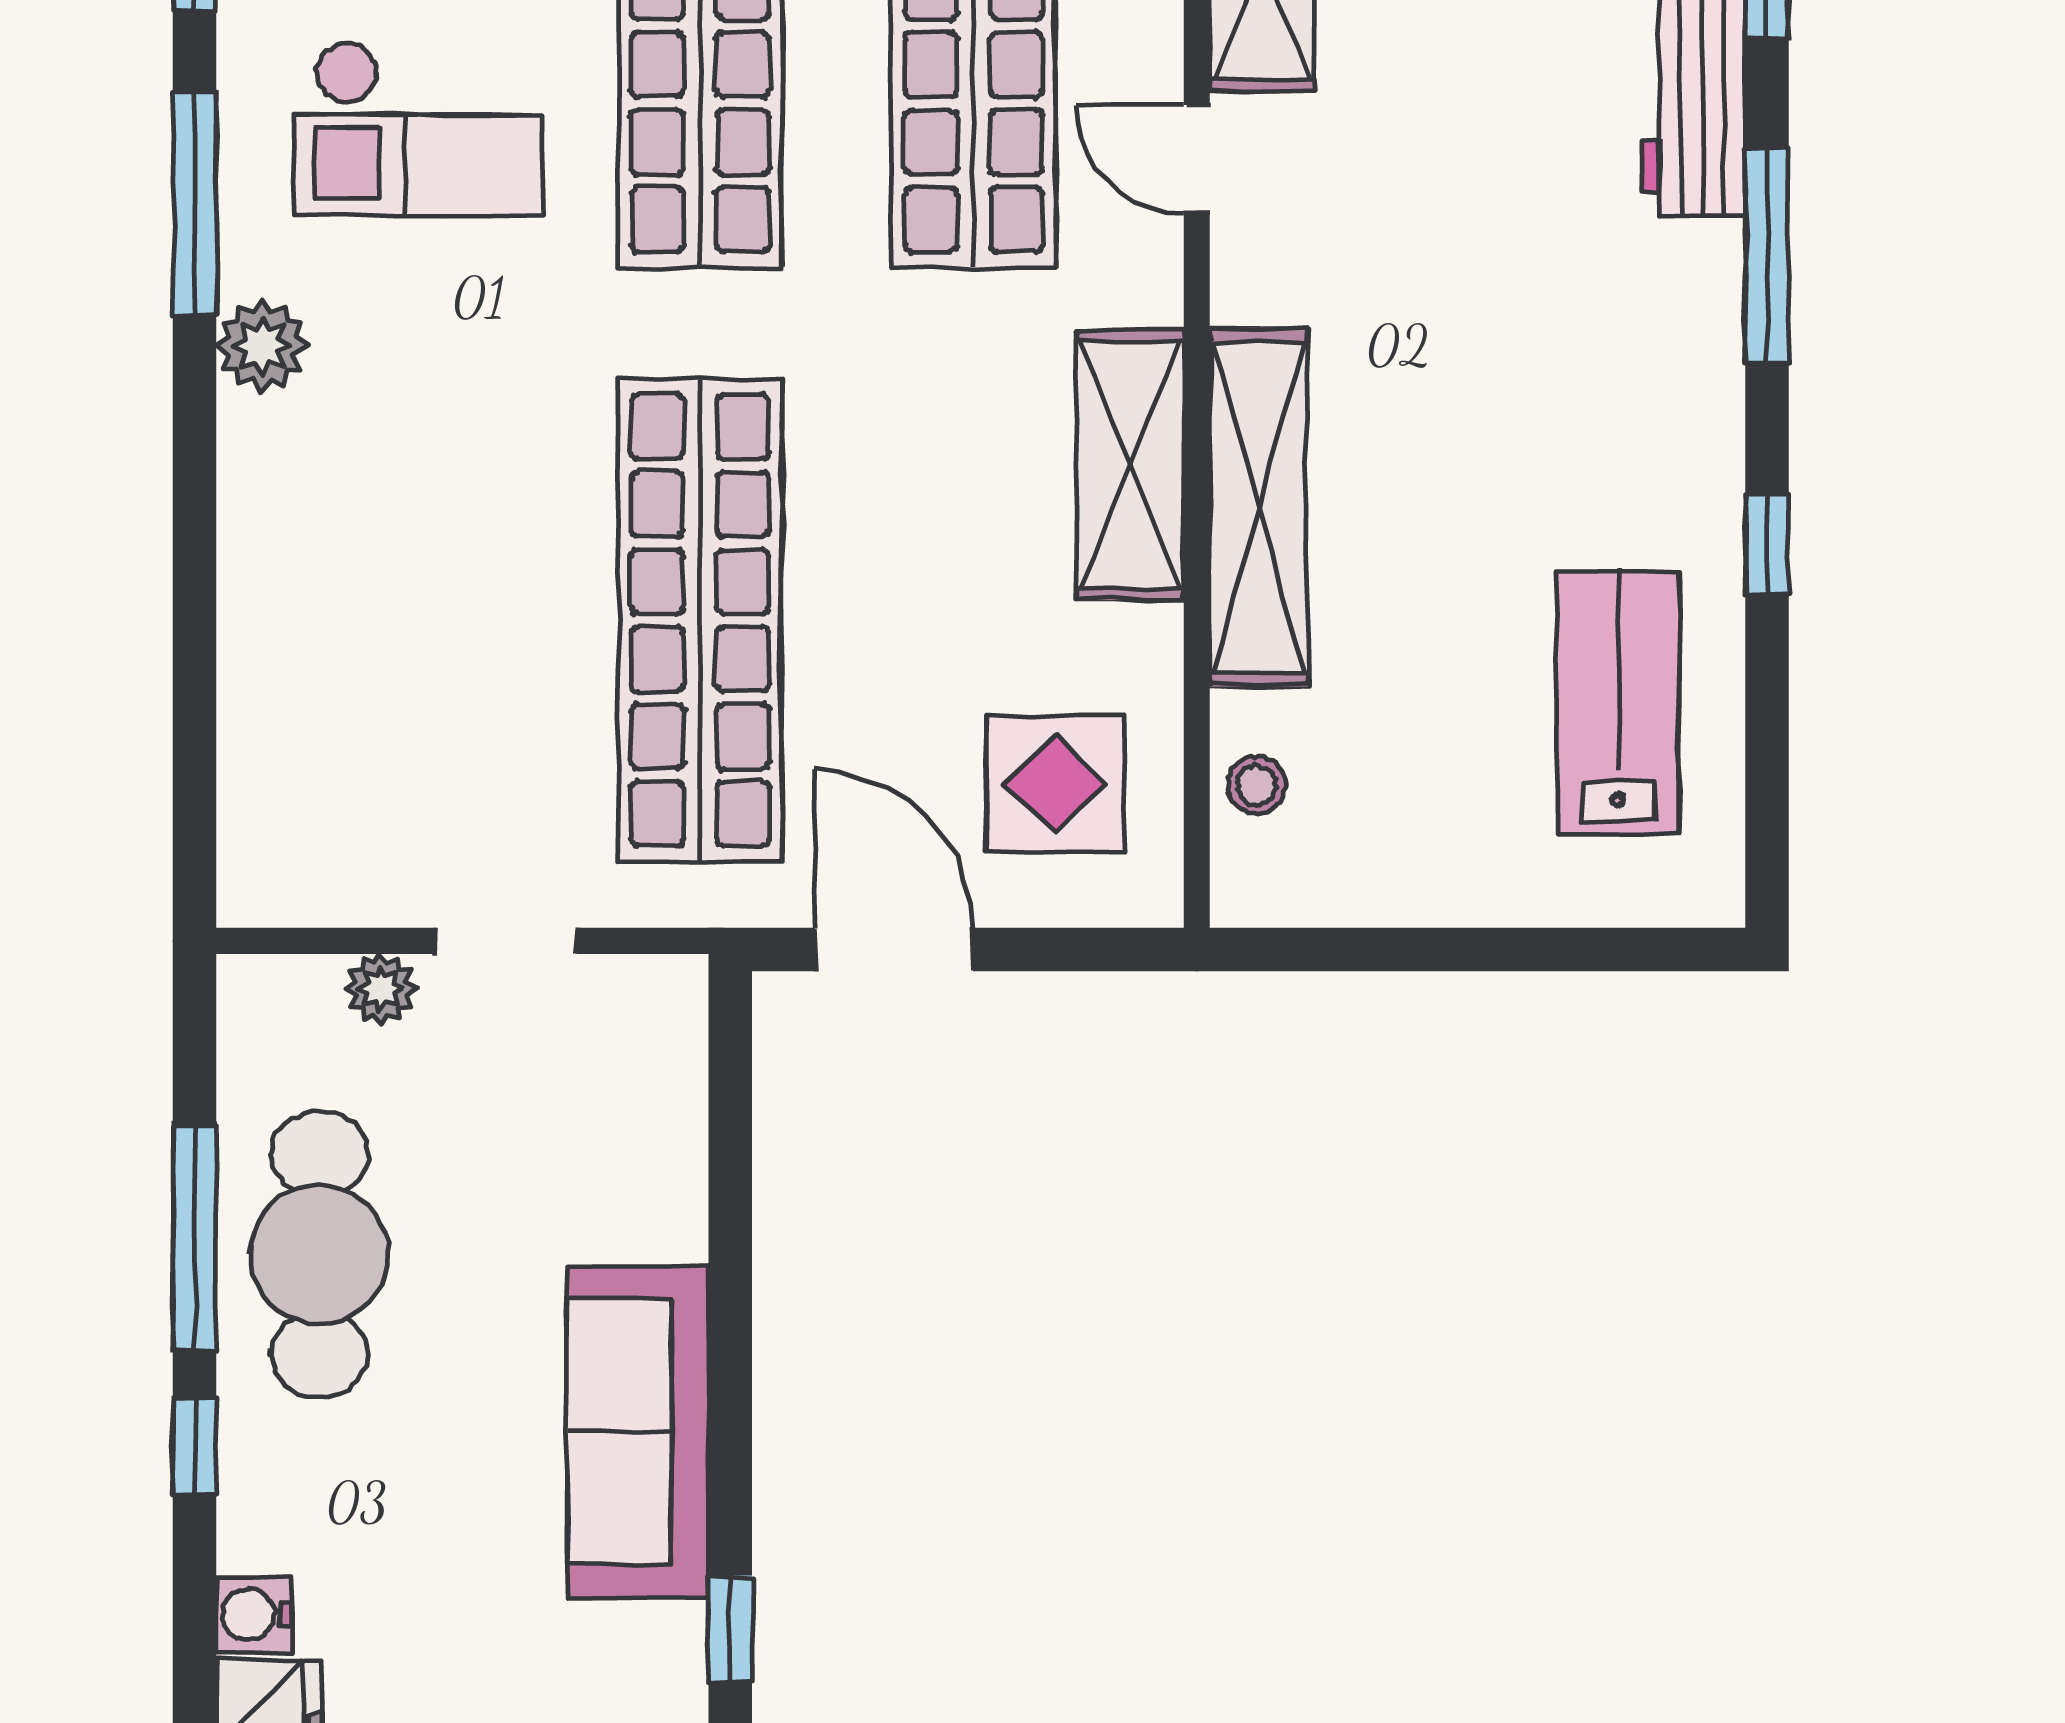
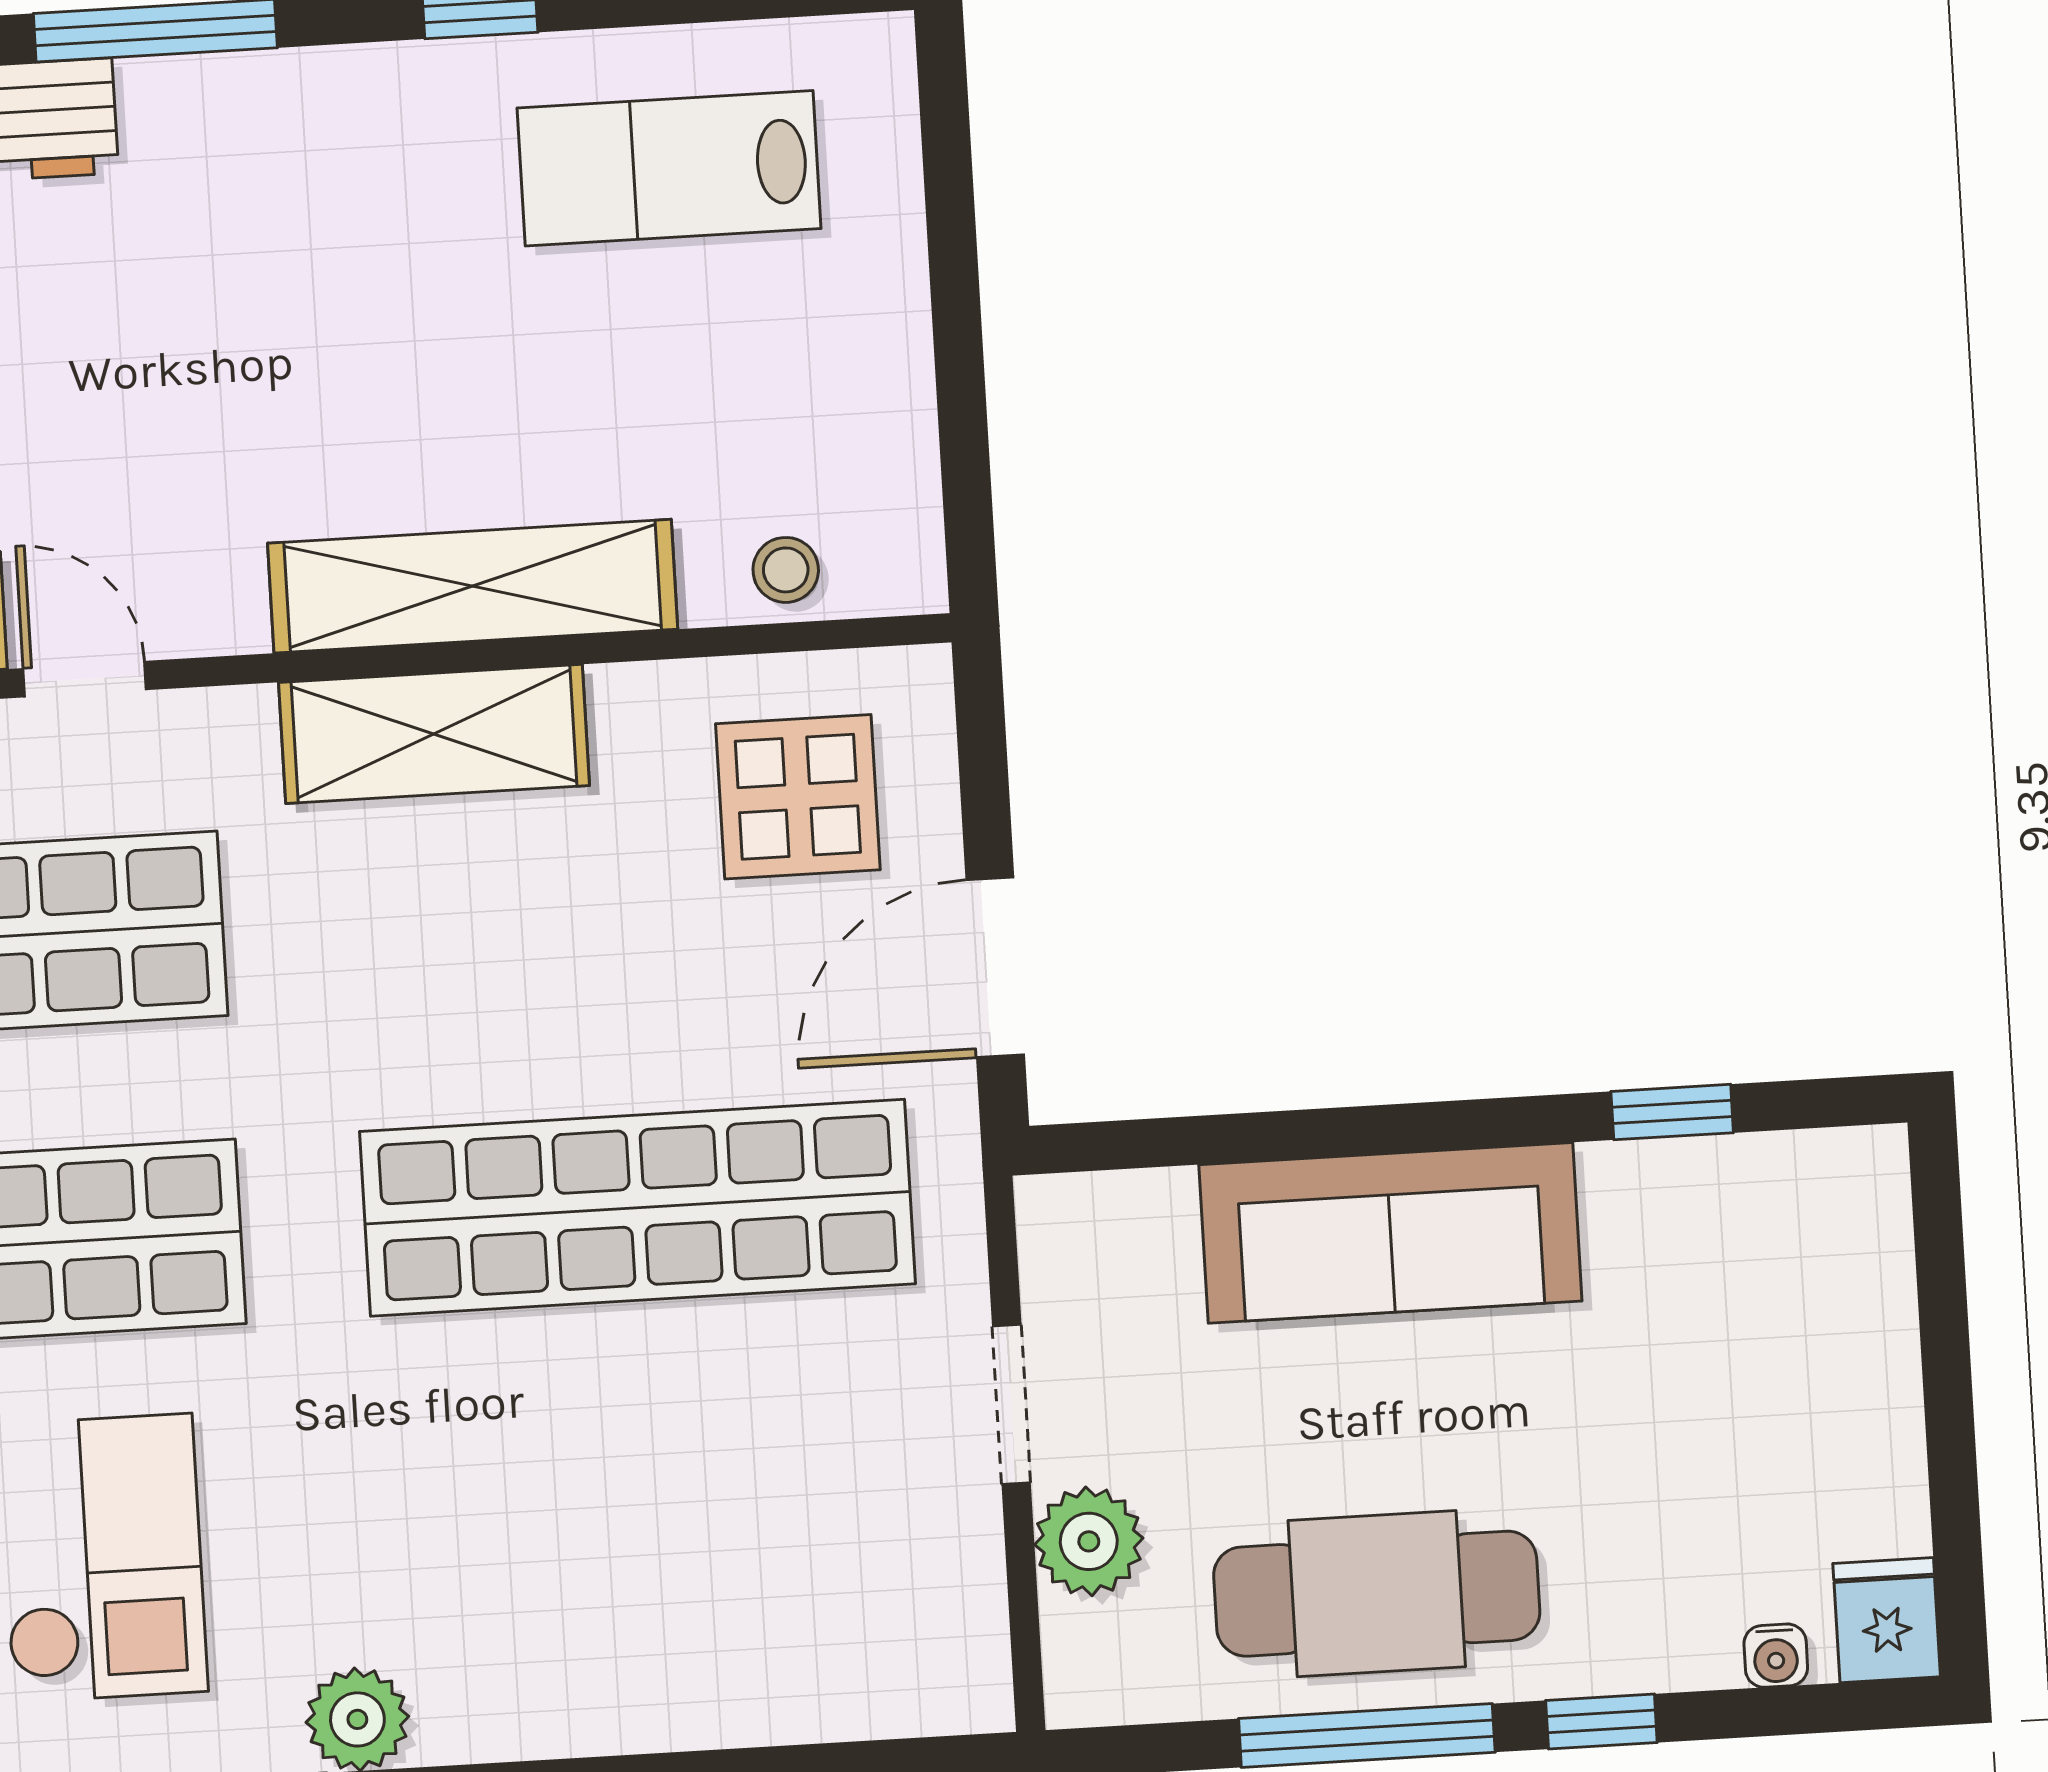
door: (1197, 159) -> (85, 679), swing flipped
plant: (381, 989) -> (1089, 1541), width x1.38, depth x1.38
sofa: (638, 1432) -> (1390, 1233), moved
water cooler: (254, 1615) -> (1776, 1656), width x0.72, depth x0.72
window: (730, 1629) -> (1672, 1112), moved

